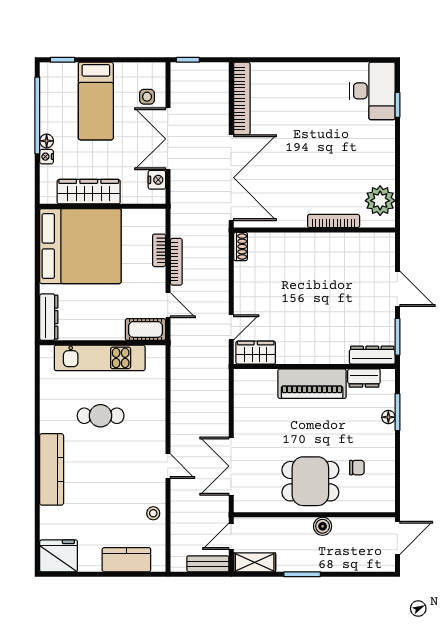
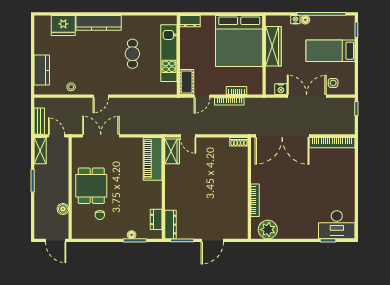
dresser: (49, 317) -> (190, 21), width x0.70
piano: (312, 384) -> (153, 159), moved
boiler: (323, 526) -> (63, 209), moved
fridge: (59, 556) -> (63, 26), moved, turned 90

